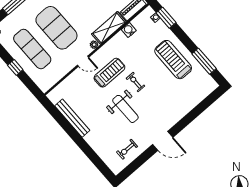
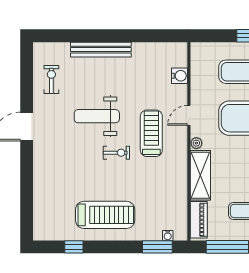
water cooler: (129, 30) -> (179, 76), moved
window: (204, 61) -> (74, 247), width x0.46
treadmill: (109, 73) -> (151, 133), turned 180
bench: (72, 118) -> (101, 50), moved

